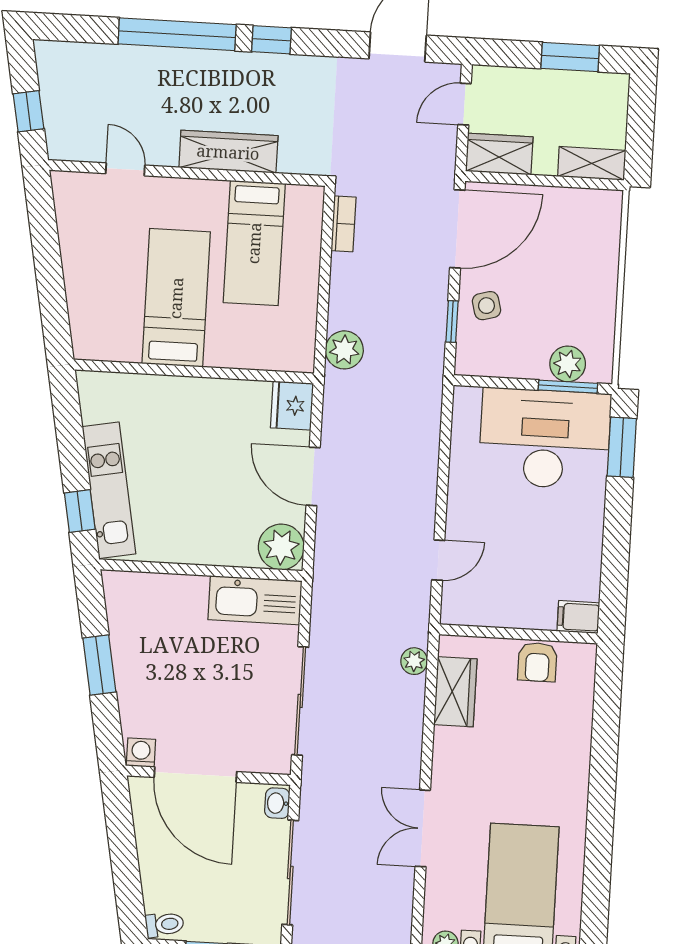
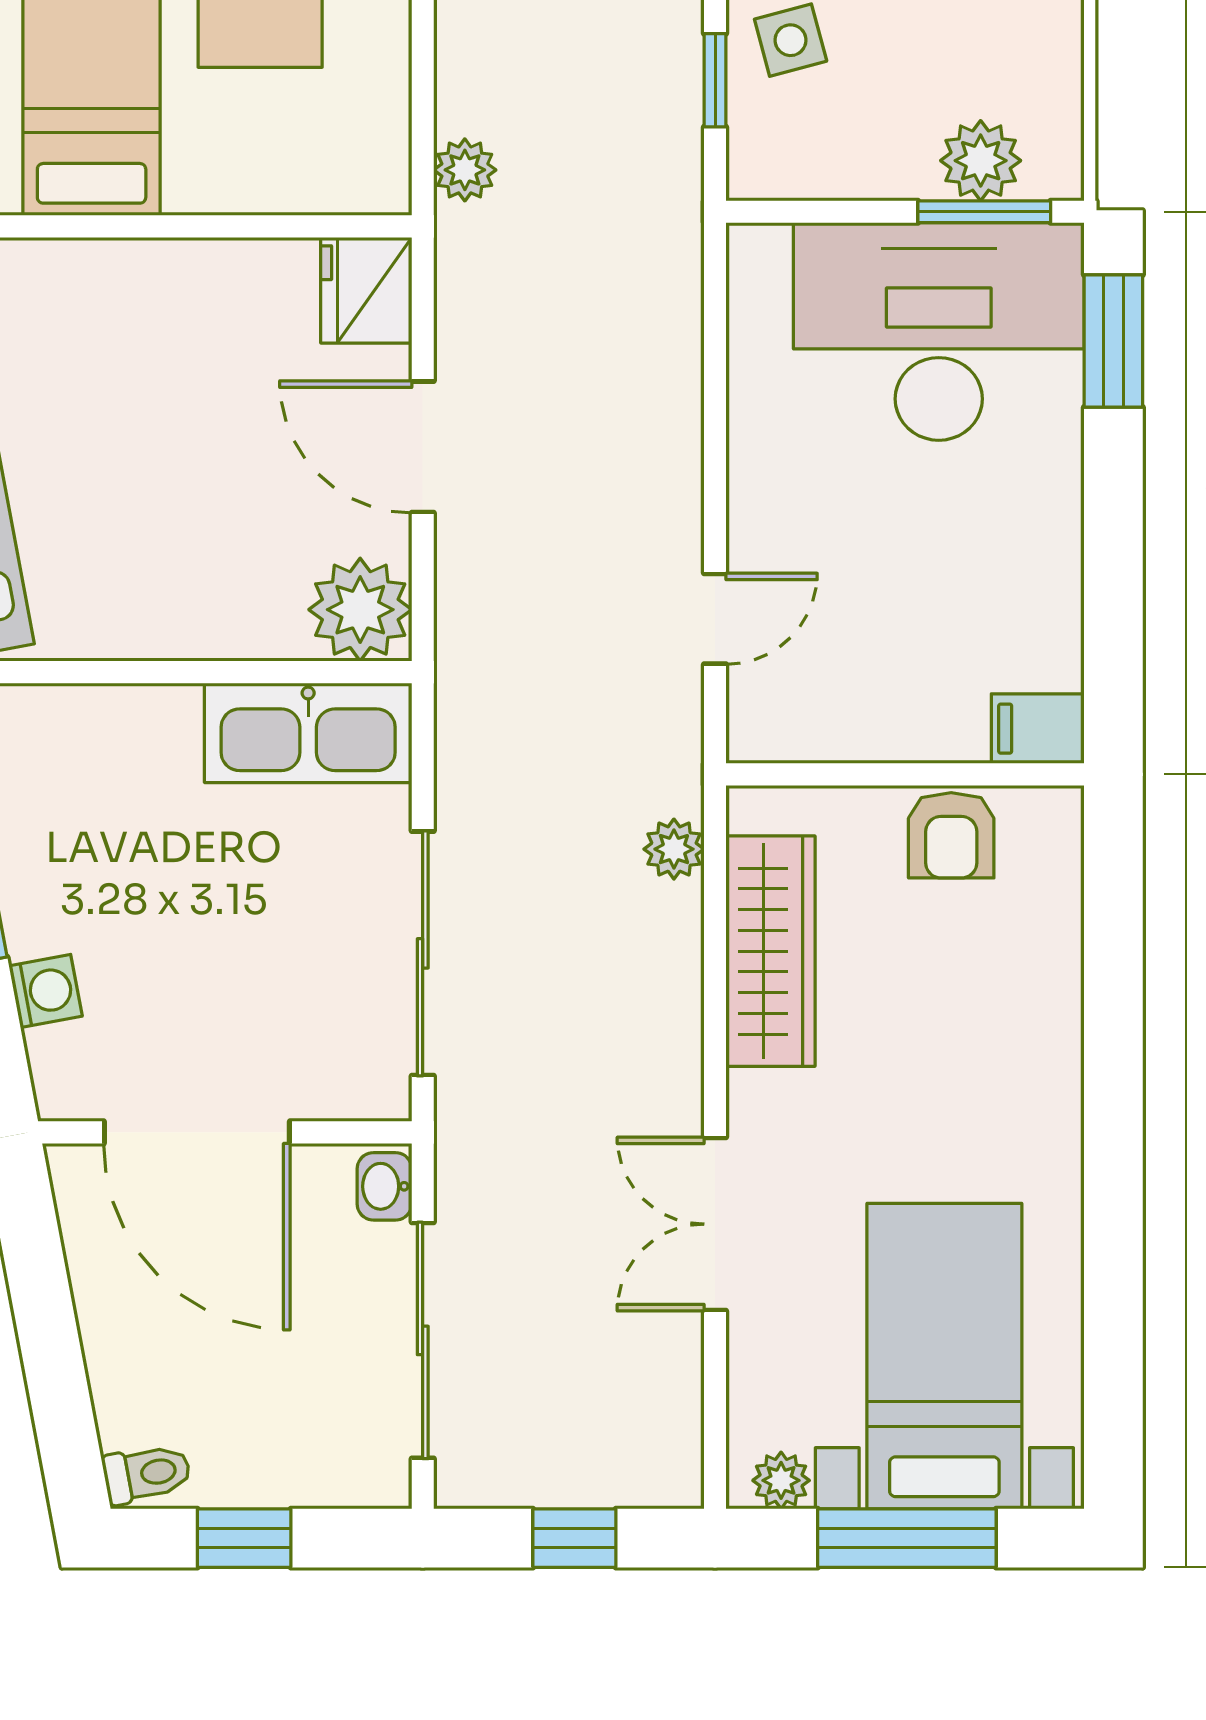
plant: (344, 350) -> (465, 170), width x0.73, depth x0.73
wardrobe: (455, 692) -> (771, 951), width x1.50
washing machine: (141, 753) -> (46, 991), moved, turned 79

